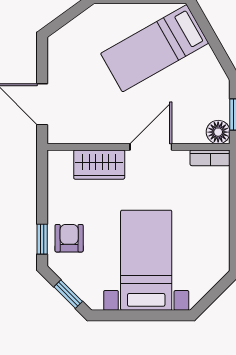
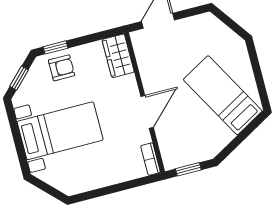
floor lamp: (218, 132) -> (172, 160), removed
door: (151, 147) -> (147, 112), hinge flipped
wardrobe: (99, 165) -> (118, 56), moved

